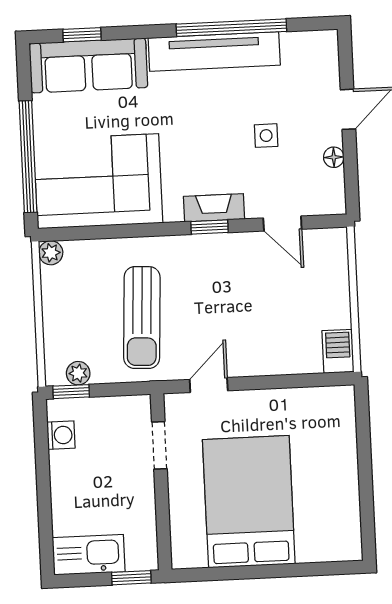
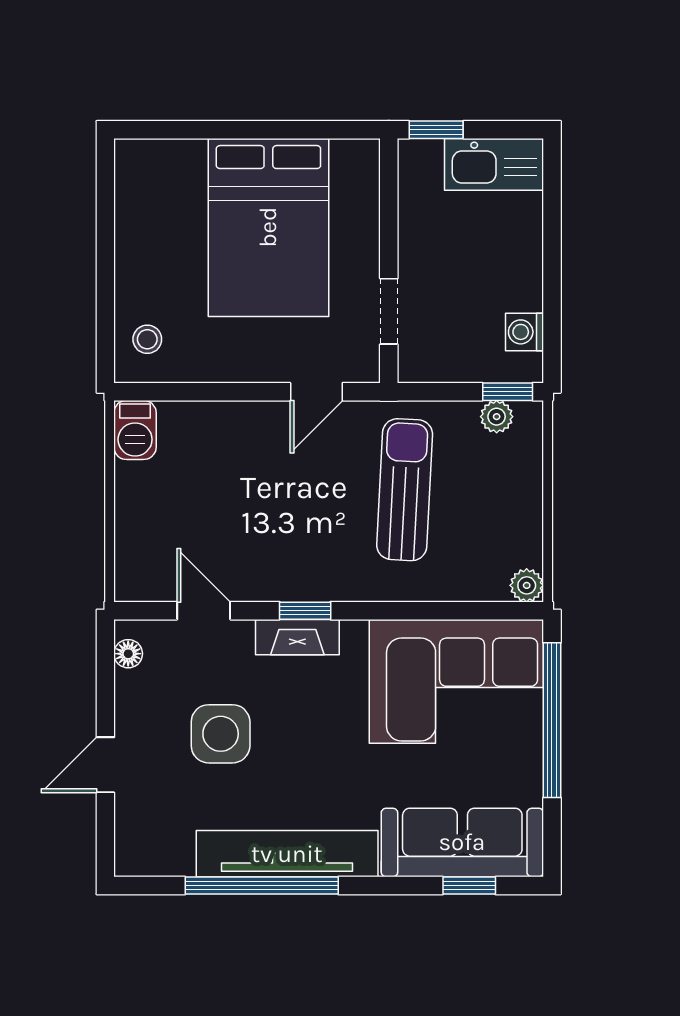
side table: (266, 136) -> (221, 734), width x1.87, depth x1.87
floor lamp: (334, 157) -> (128, 654), moved
stool: (332, 417) -> (147, 339), added

